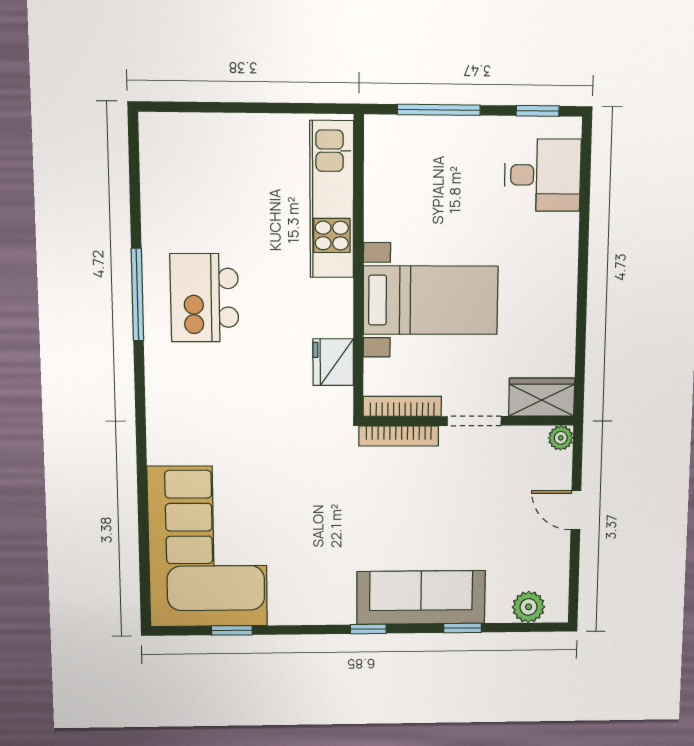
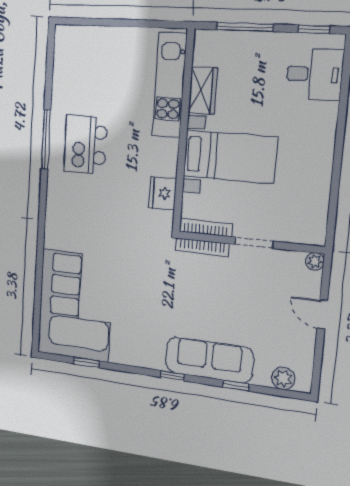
wardrobe: (542, 397) -> (203, 91), moved, turned 90

